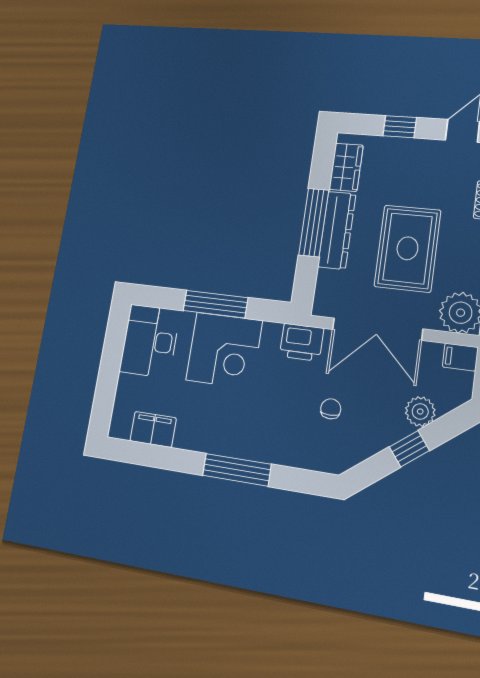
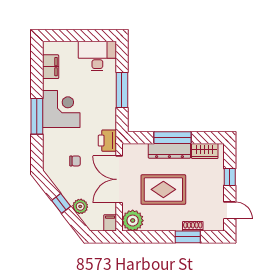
corner desk: (224, 350) -> (61, 109), moved, turned 180

